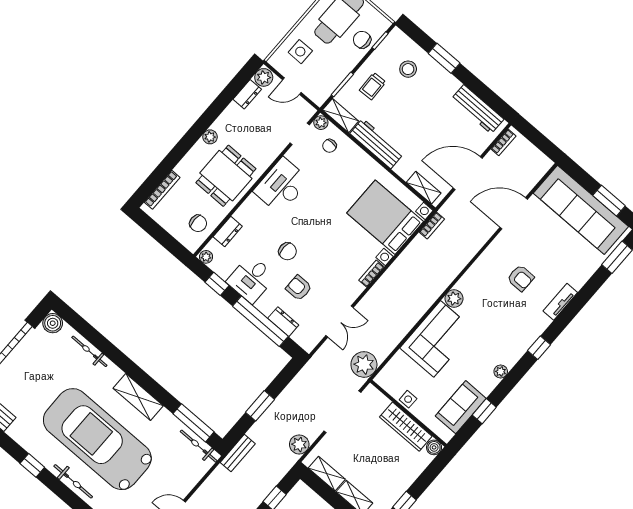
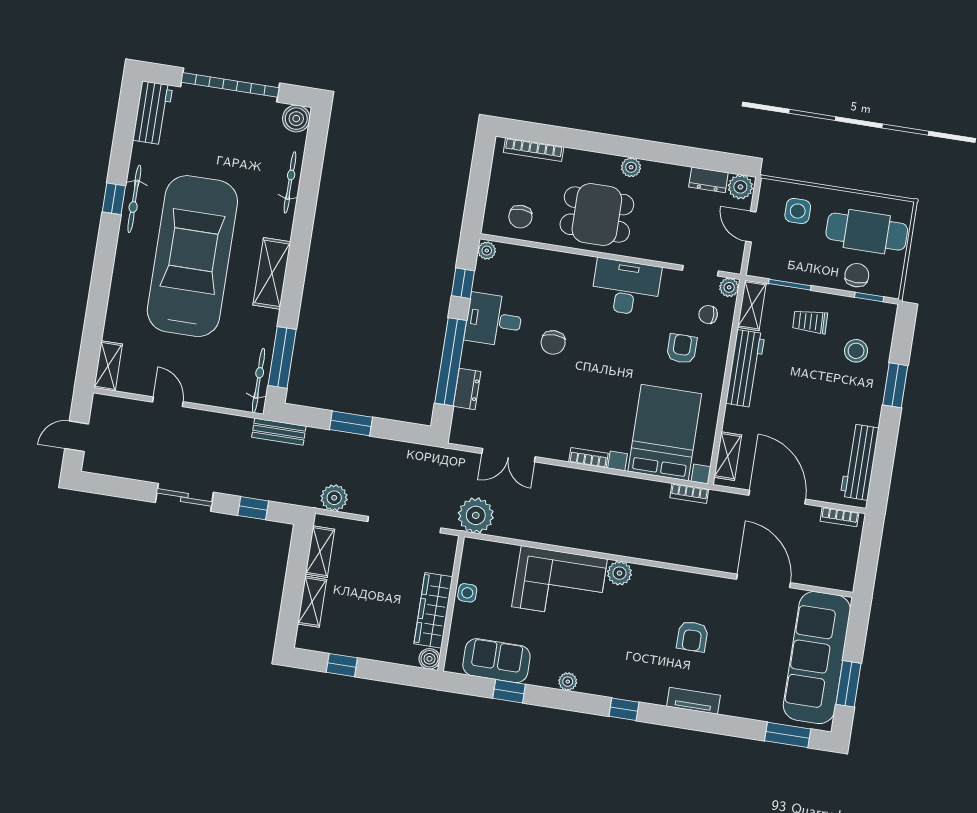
dresser: (228, 232) -> (532, 257), removed
armchair: (299, 288) -> (682, 349), moved
bicycle: (73, 481) -> (134, 199), moved

